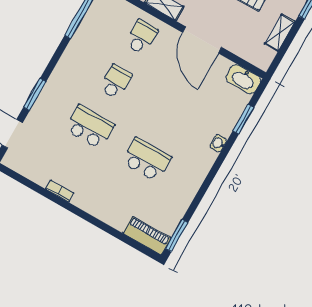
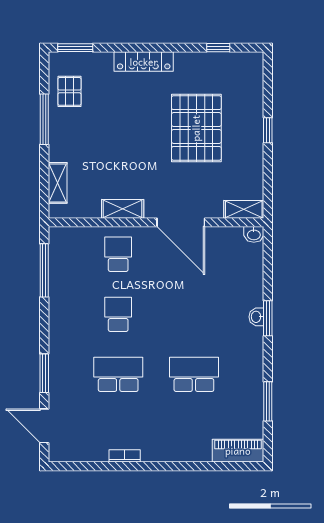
shelving: (280, 33) -> (244, 209), moved, turned 90
washbasin: (243, 79) -> (254, 234), width x0.52, depth x0.69
window: (243, 119) -> (268, 318), moved
window: (177, 235) -> (268, 401), moved

